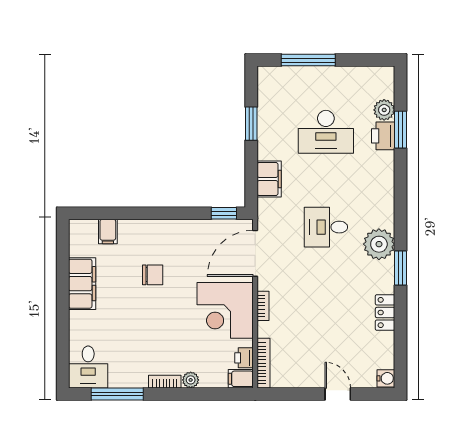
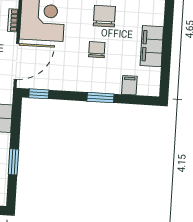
window: (144, 213) -> (100, 98), added
chair: (153, 275) -> (97, 50), turned 90
chair: (145, 319) -> (104, 16), added

